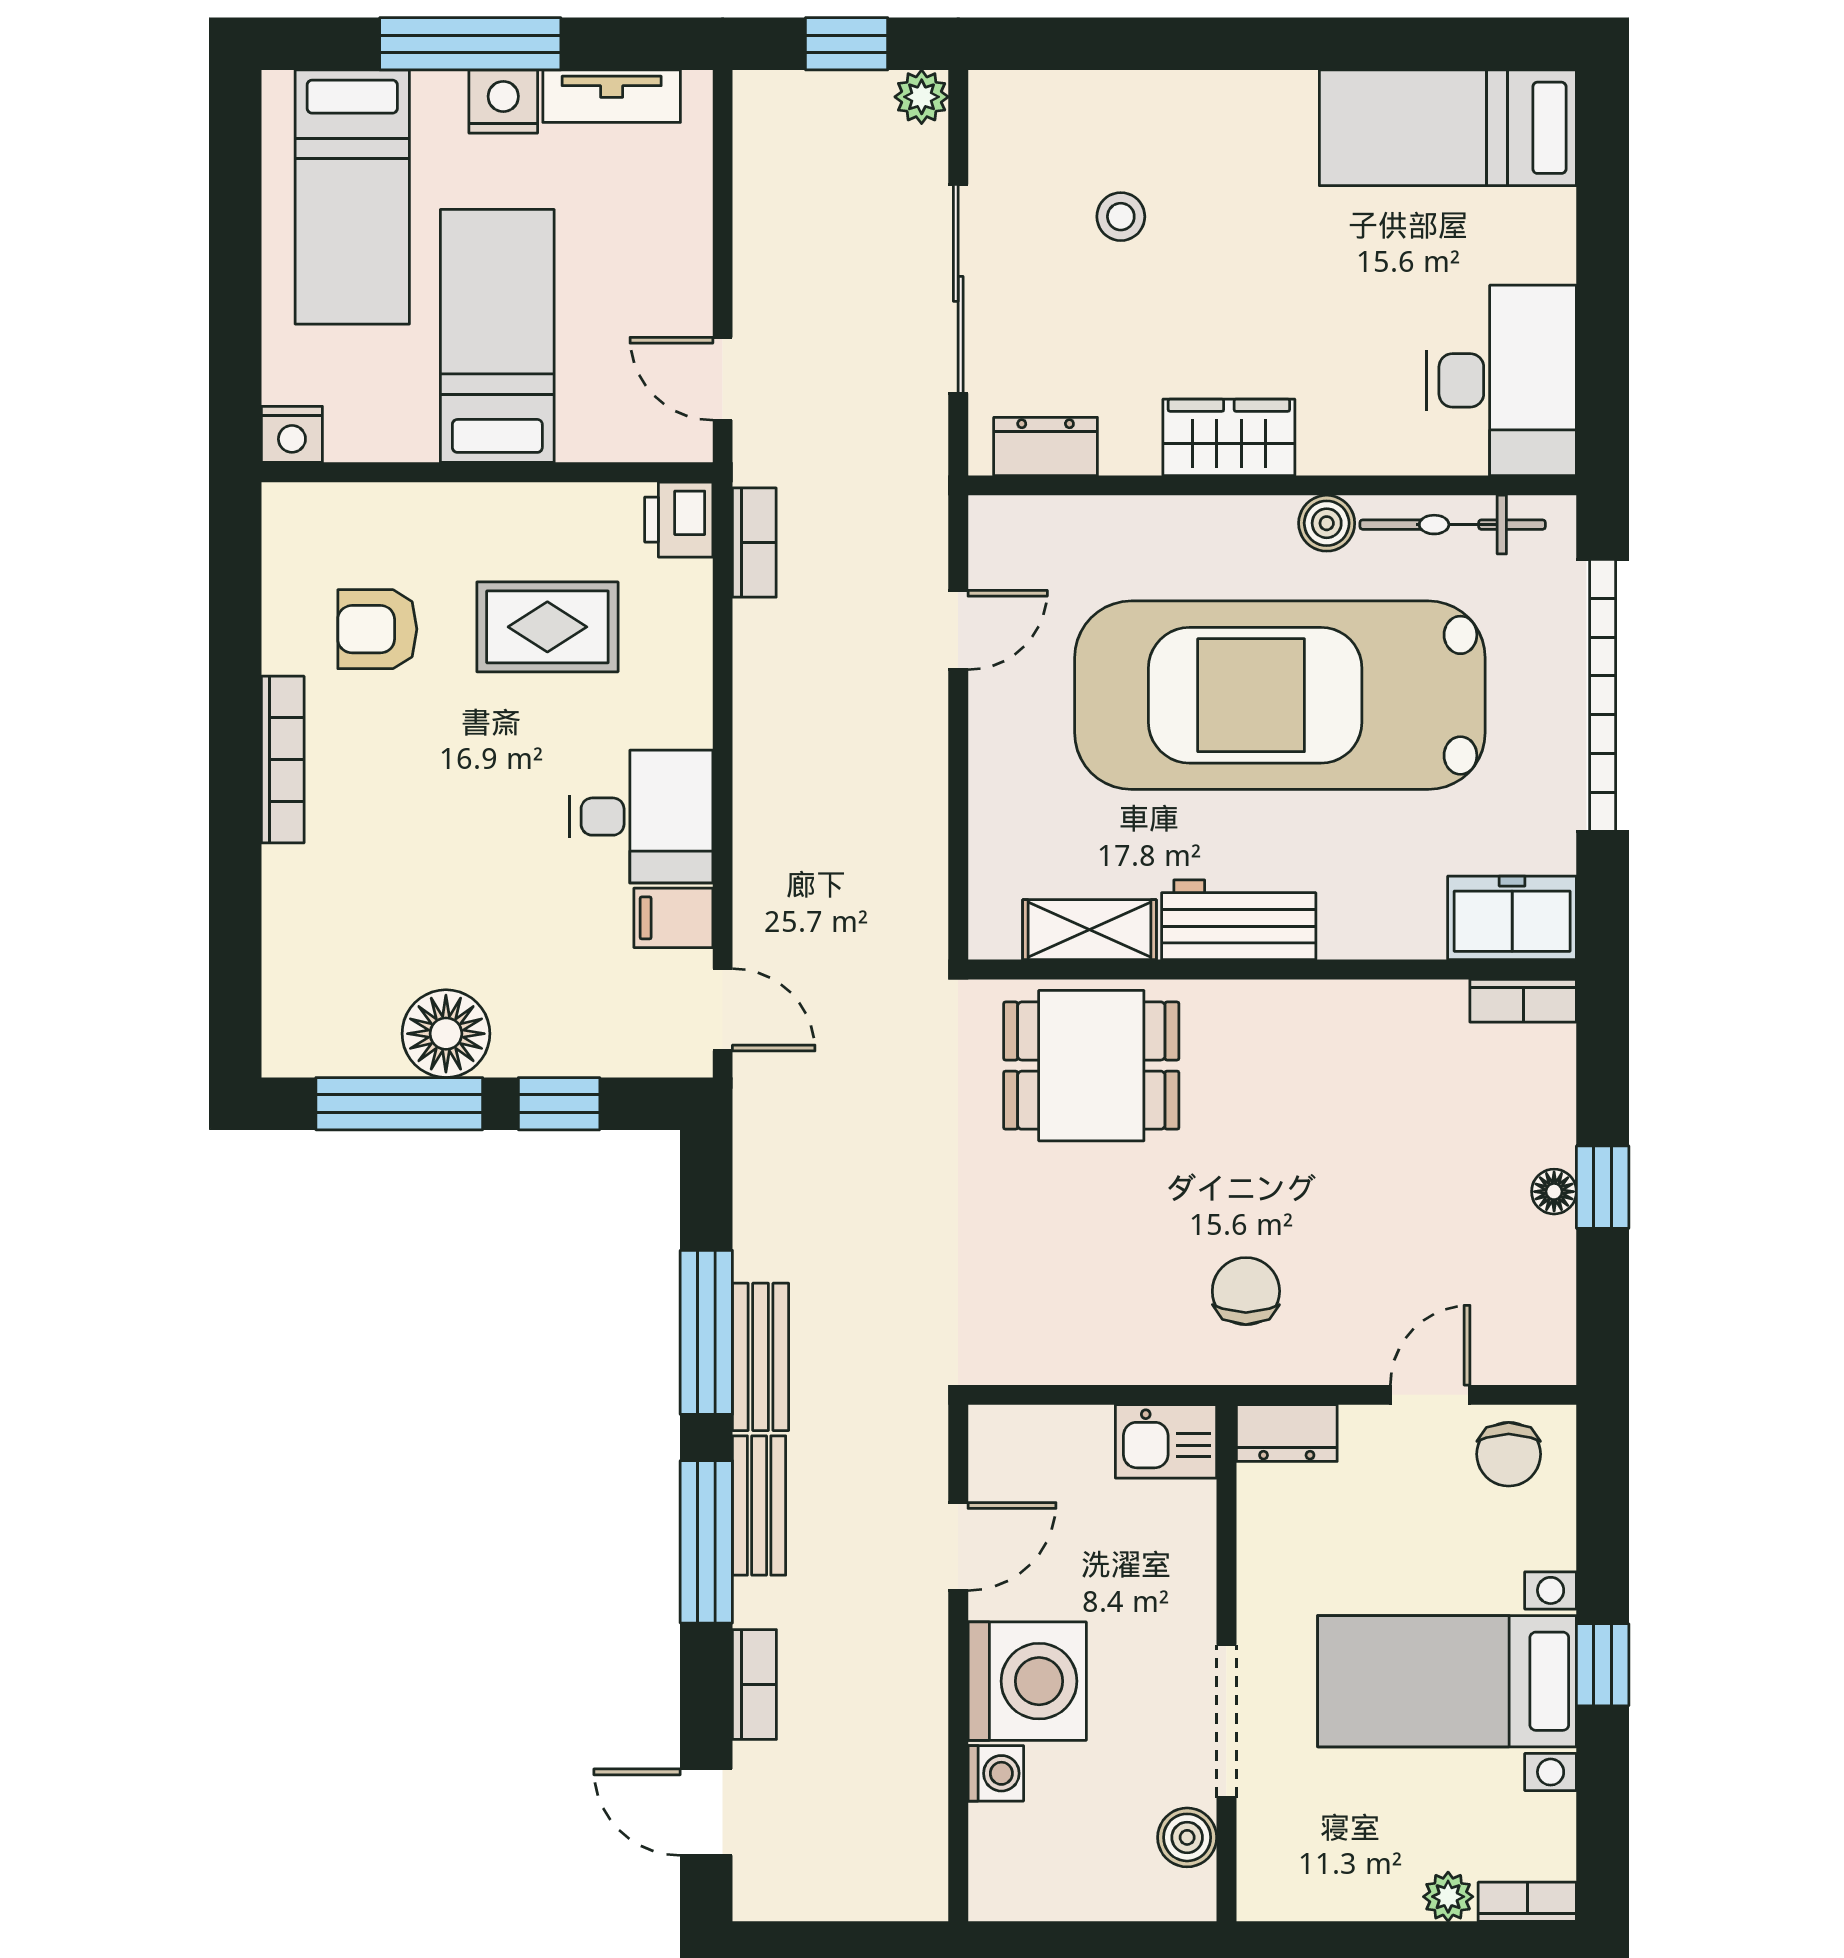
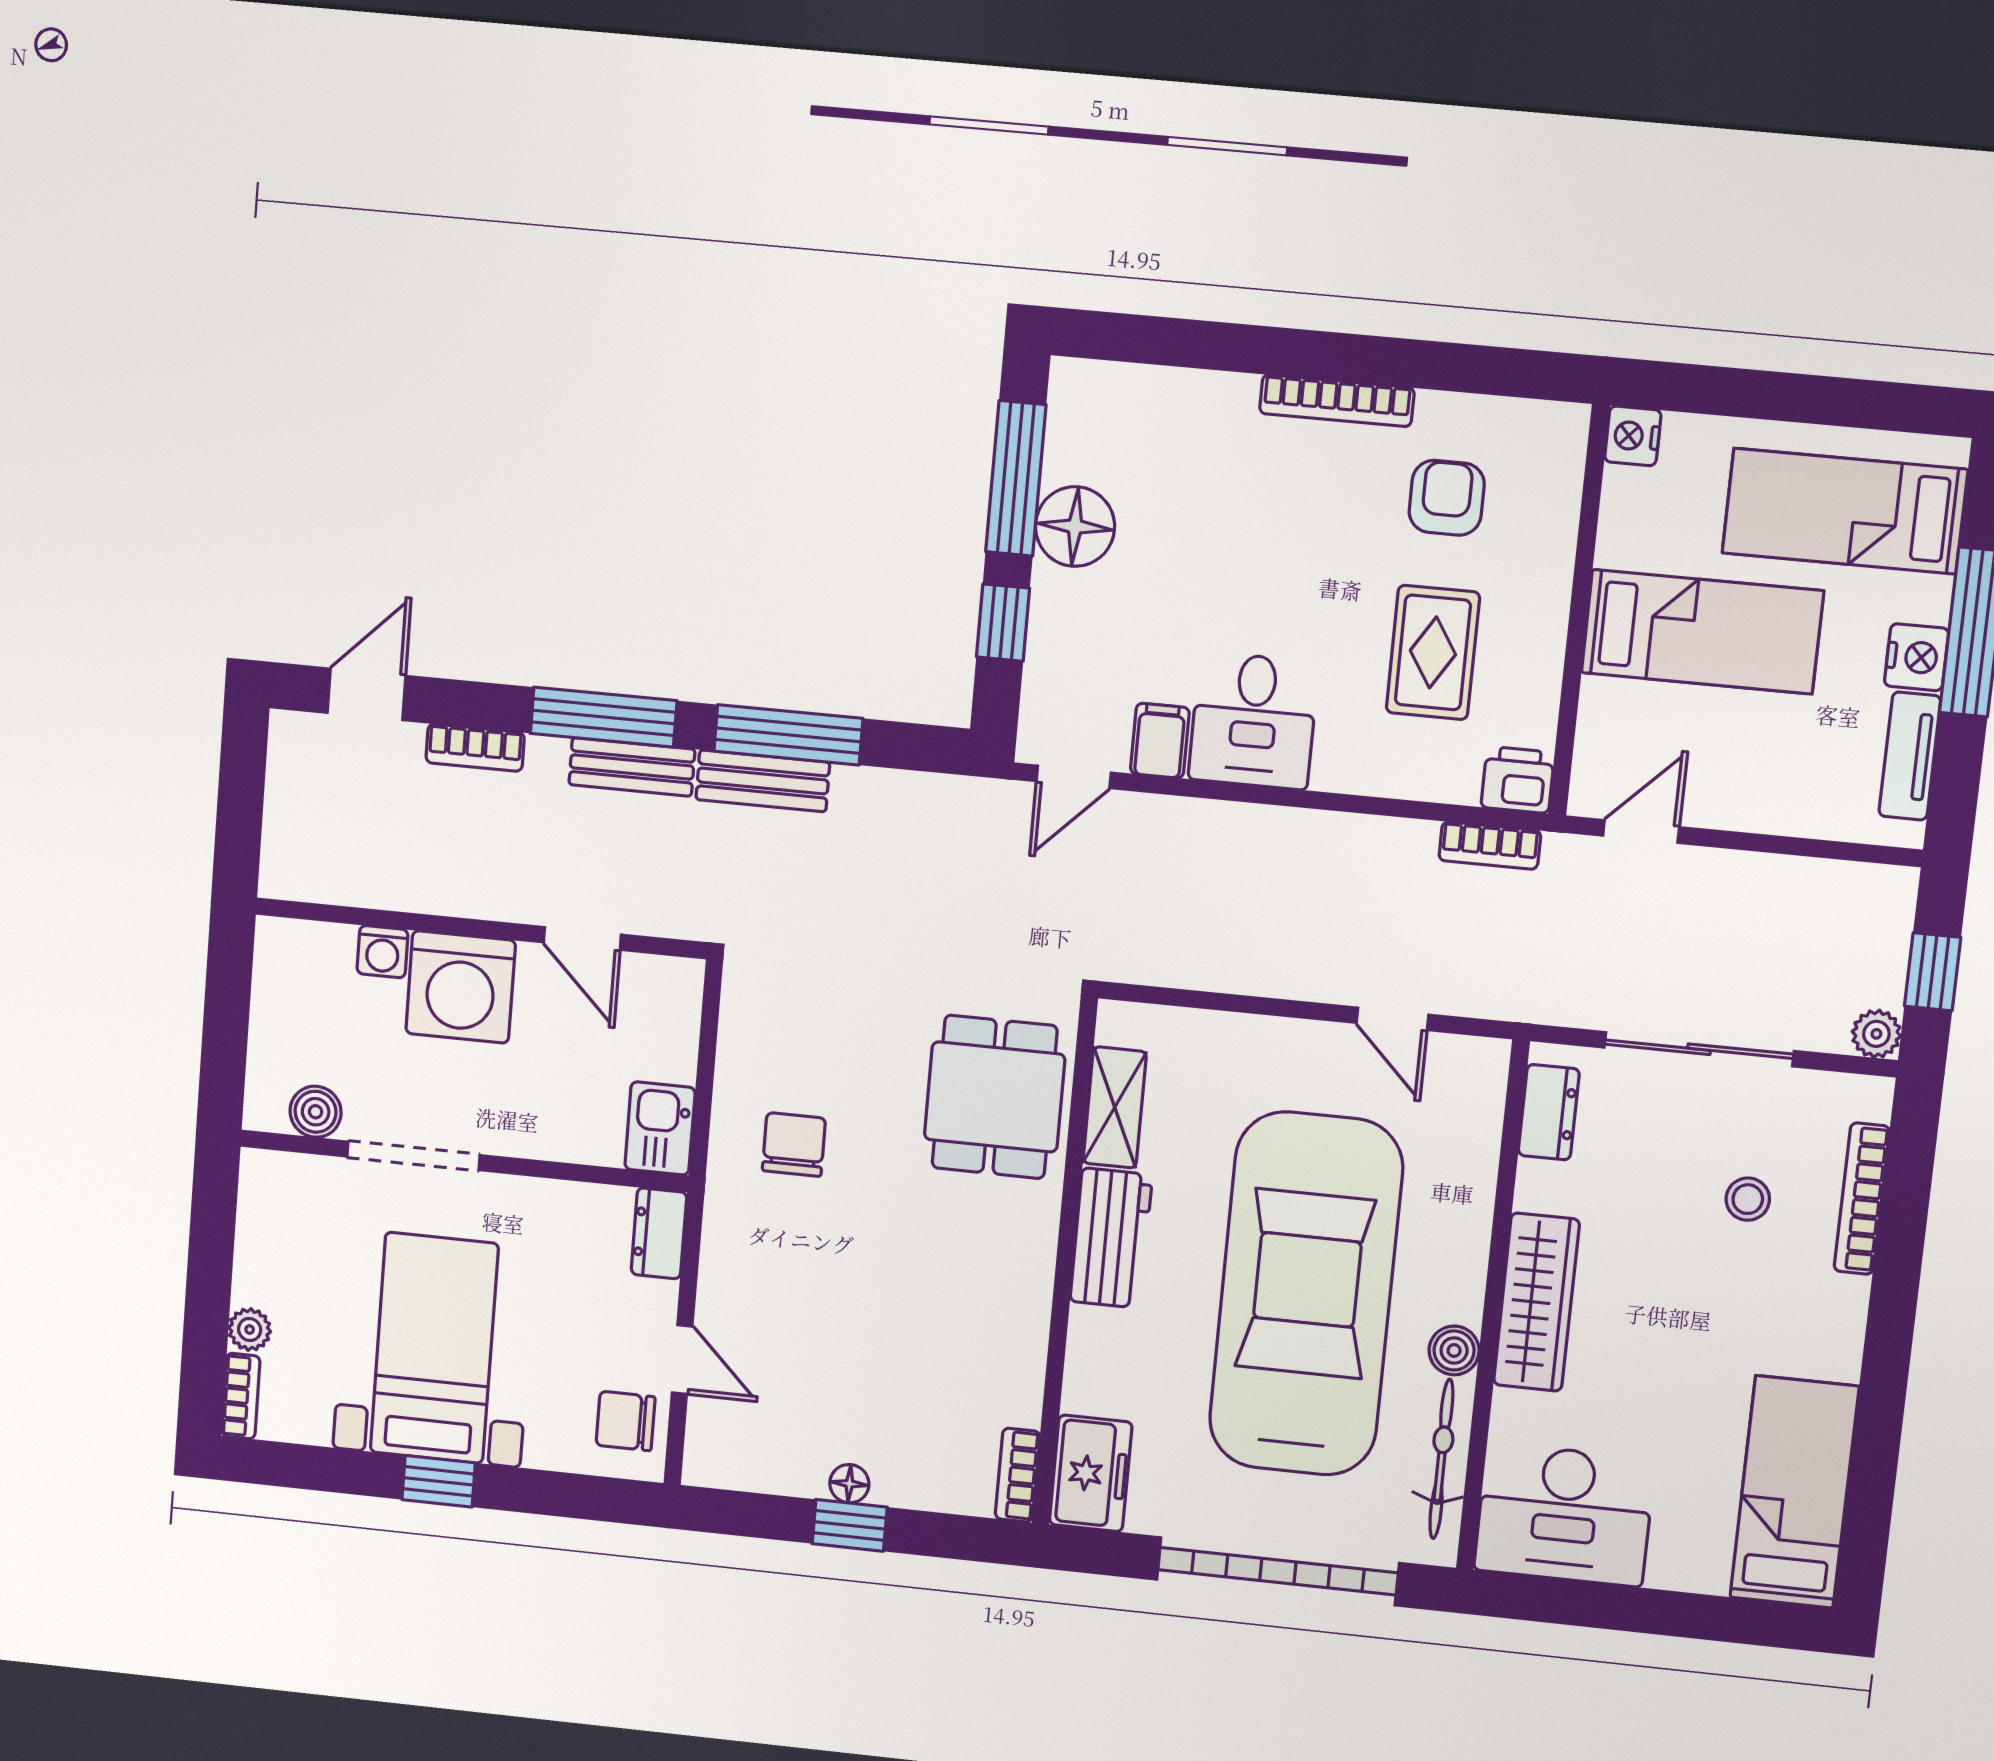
bookcase: (1107, 92) -> (1862, 1199), added
wardrobe: (1229, 437) -> (1536, 1302), width x1.50
chair: (1246, 1291) -> (794, 1144), moved, turned -90

